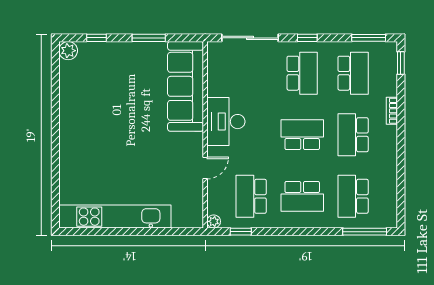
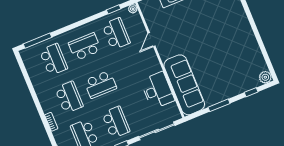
school desk: (302, 73) -> (116, 122), turned 180
desk: (226, 122) -> (157, 90), moved

